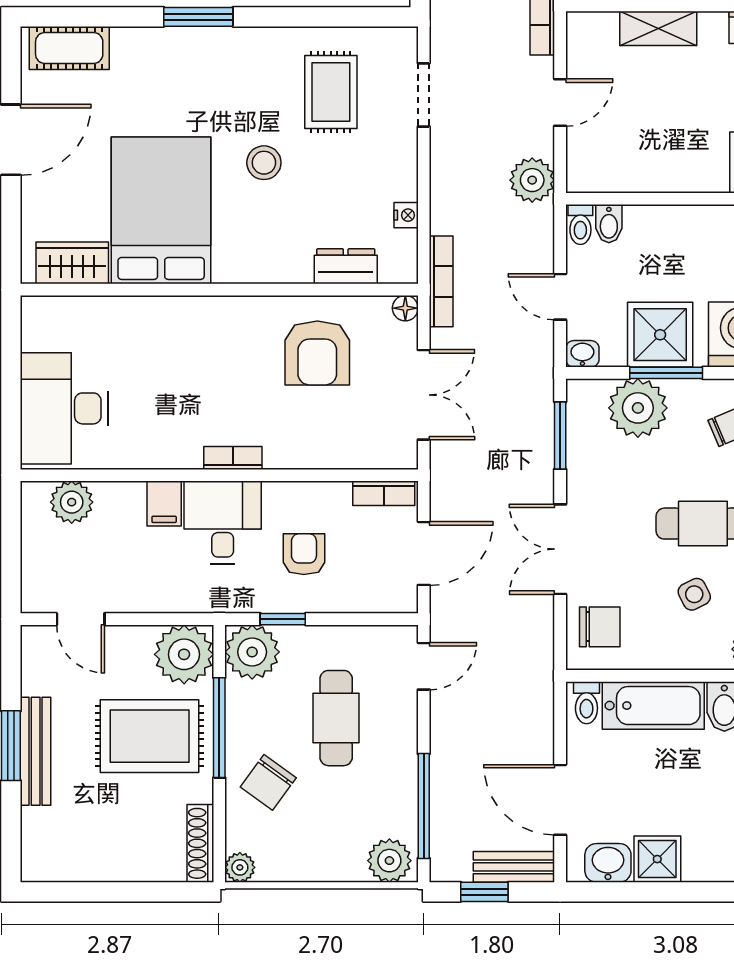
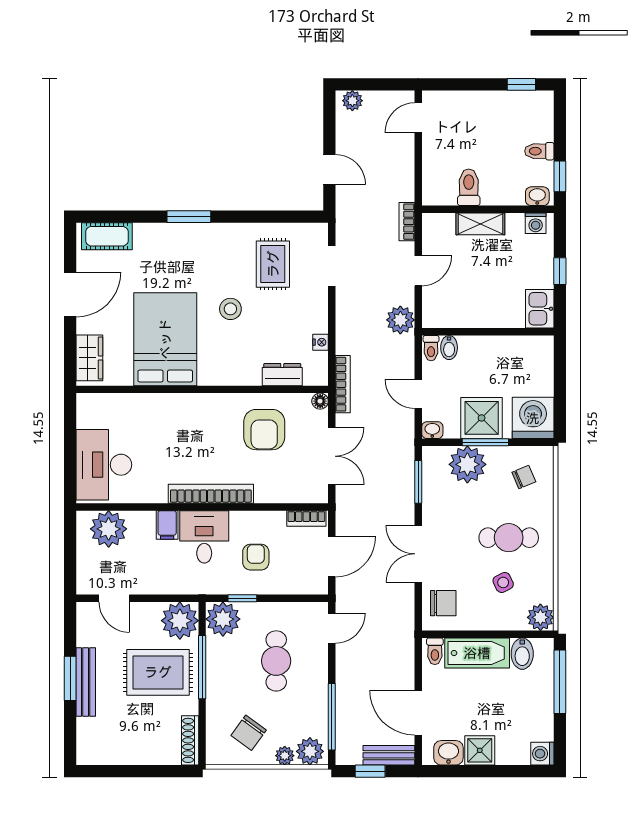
wardrobe: (72, 263) -> (89, 358), moved, turned 90
bookcase: (233, 458) -> (211, 494), width x2.31, depth x1.31
plant: (72, 502) -> (109, 529), width x1.36, depth x1.36
chair: (268, 782) -> (249, 733), moved
plant: (240, 867) -> (285, 756), moved

